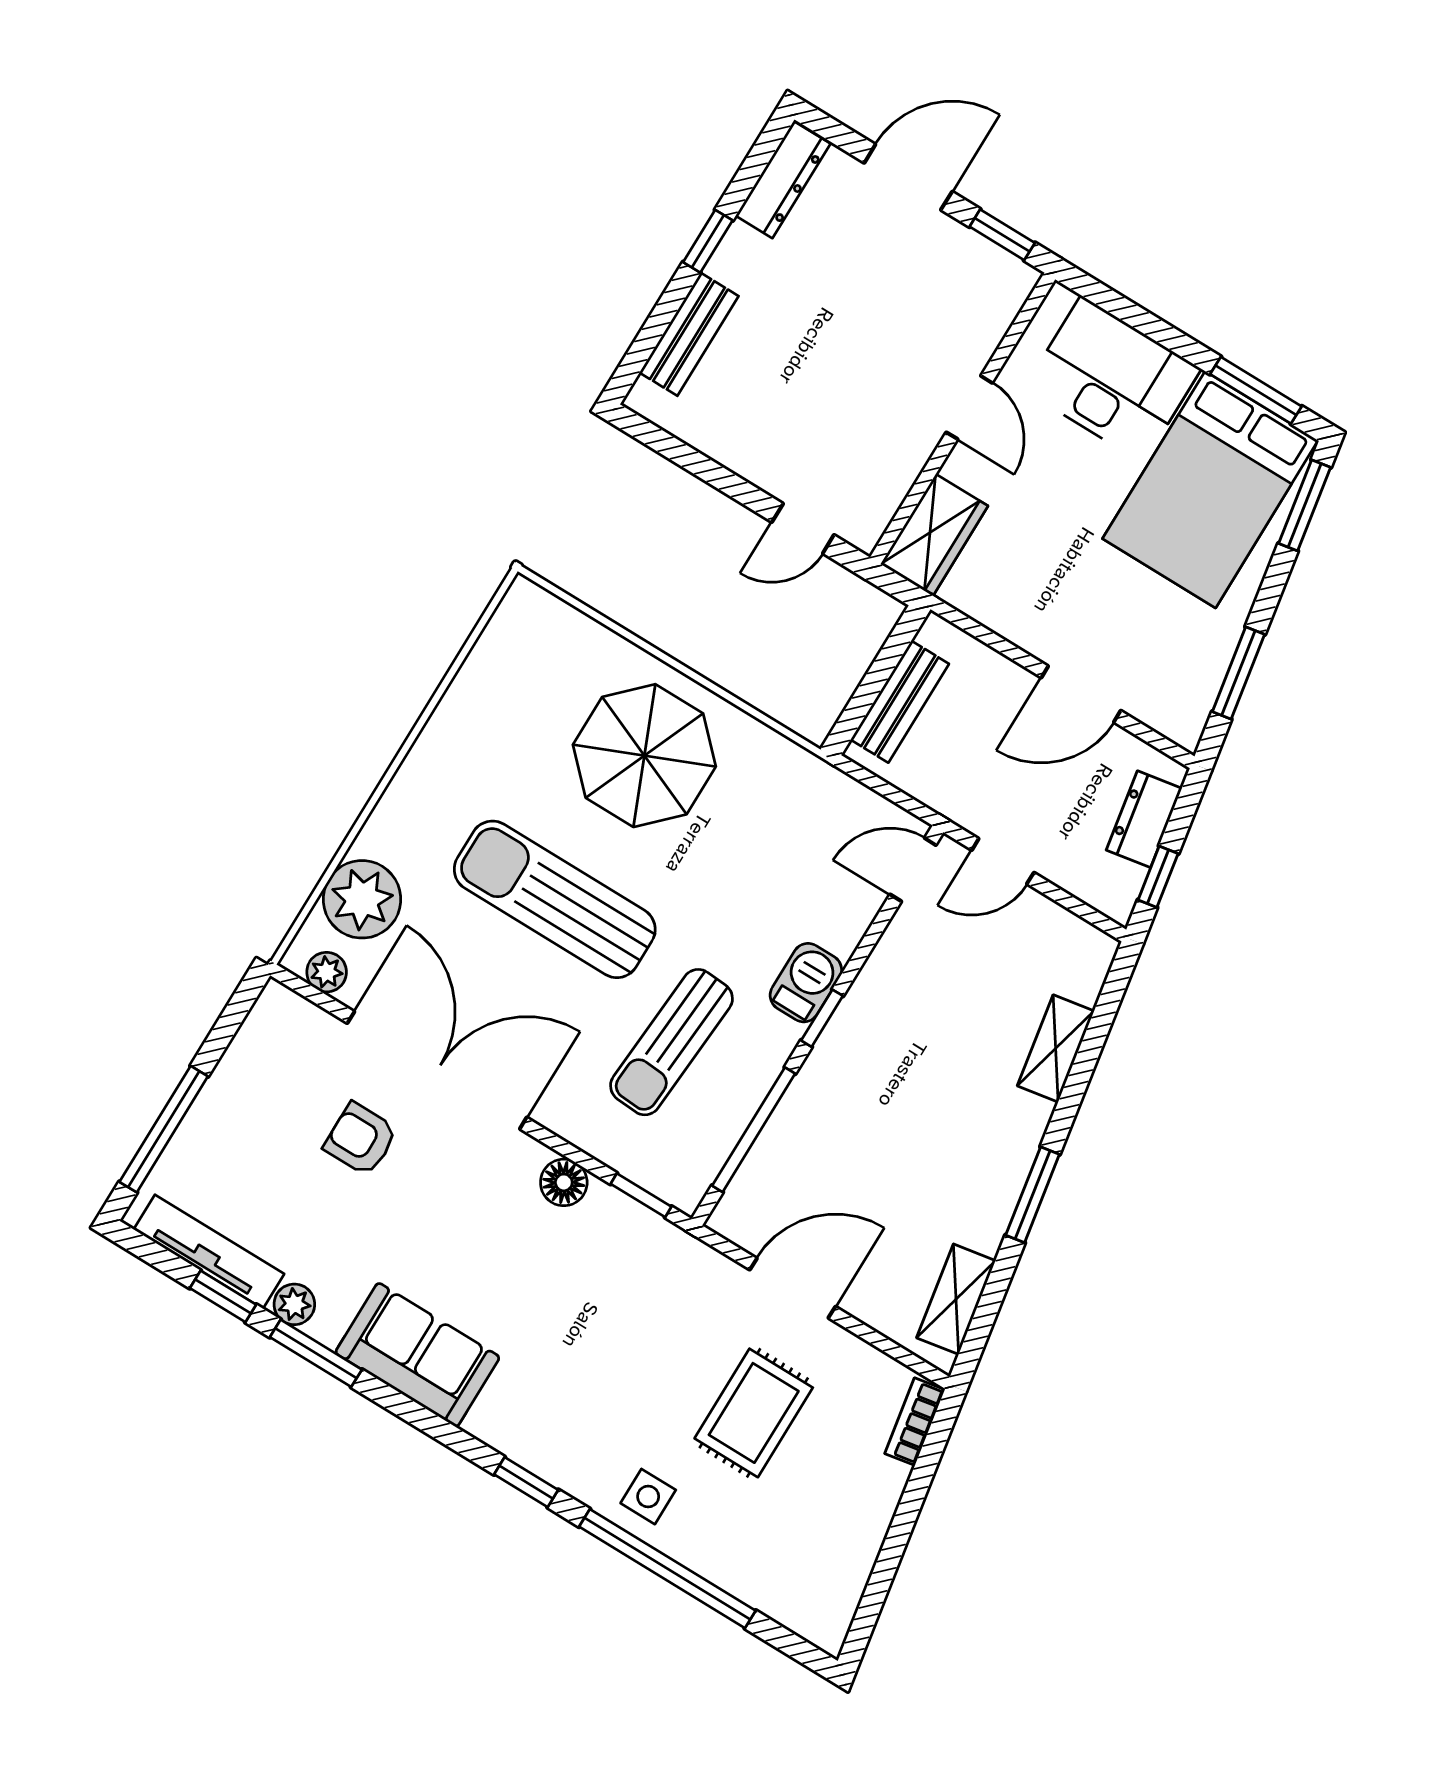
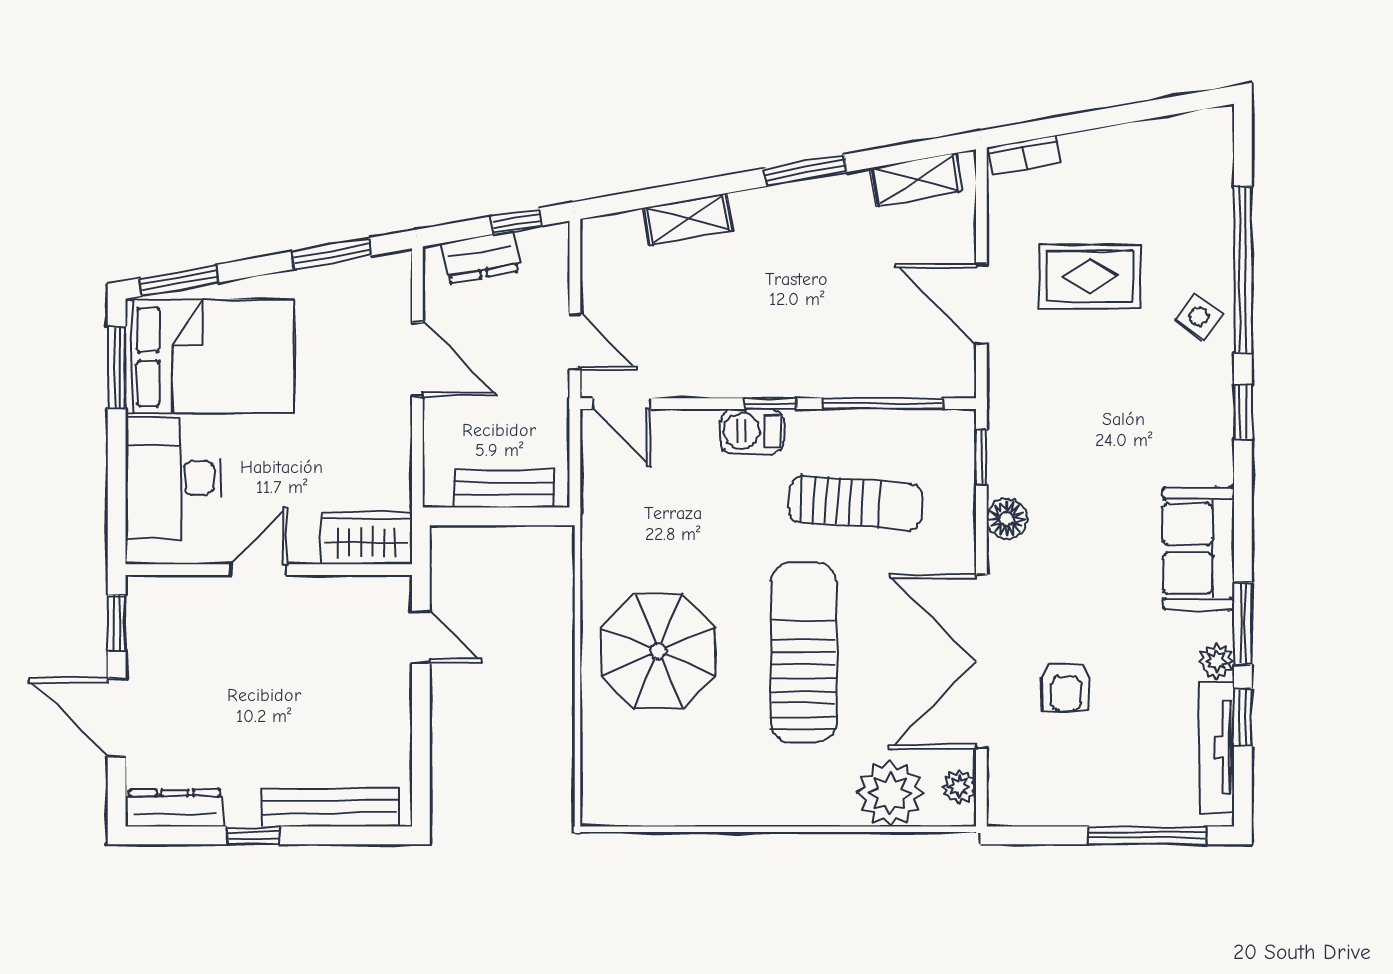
bench: (689, 334) -> (330, 807), width x1.36
sun lounger: (555, 899) -> (804, 652), turned 180
side table: (648, 1497) -> (1199, 316), turned 36

